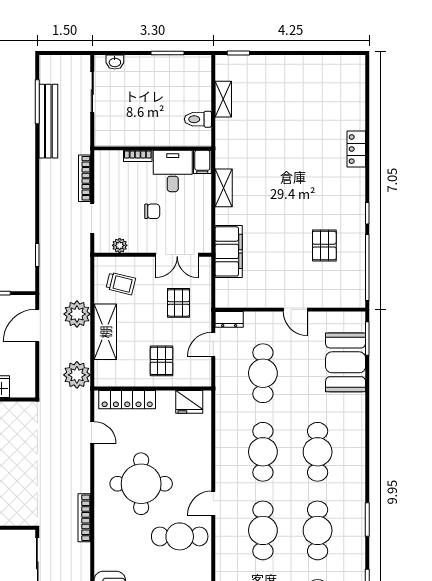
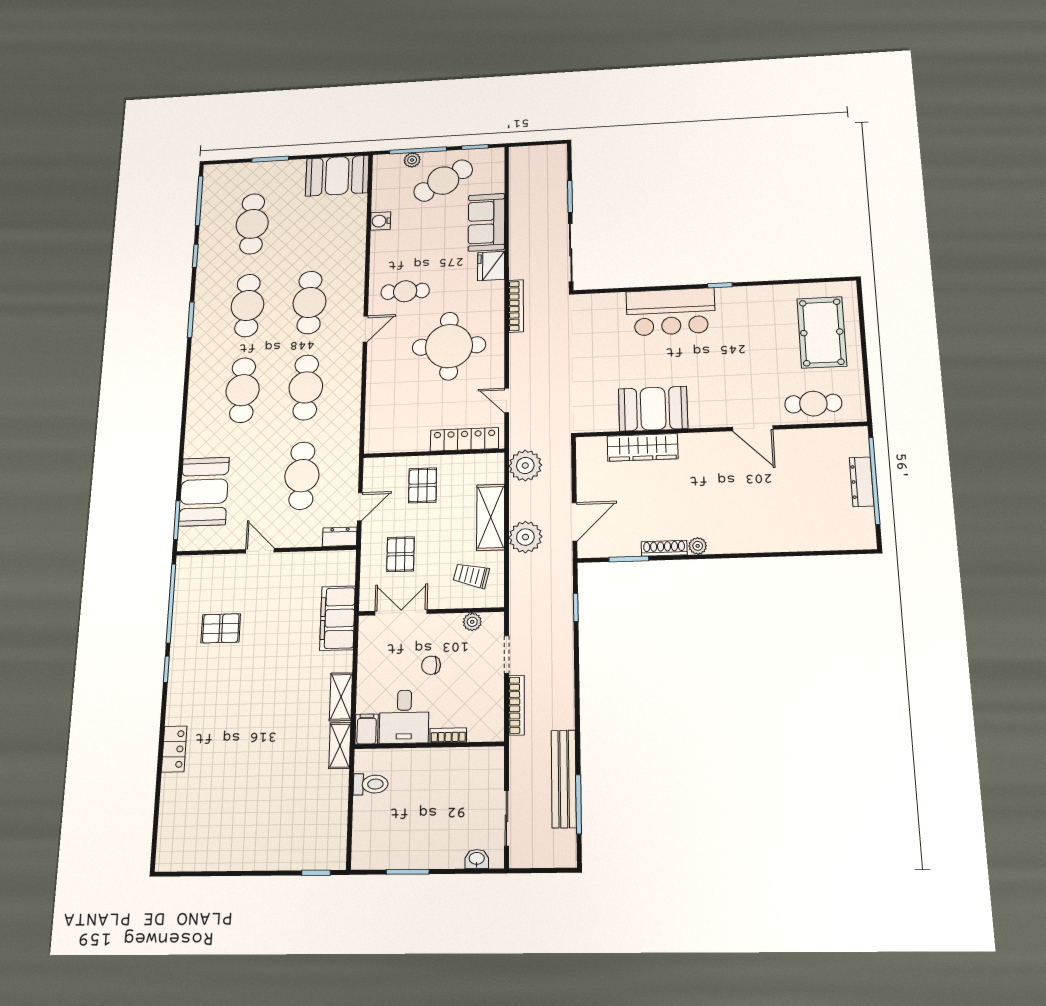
shelving: (223, 99) -> (340, 746), moved
pallet: (324, 246) -> (221, 628), turned 90
fridge: (189, 402) -> (491, 266), moved, turned -90
cafe table: (180, 536) -> (405, 291), width x0.73, depth x0.74

